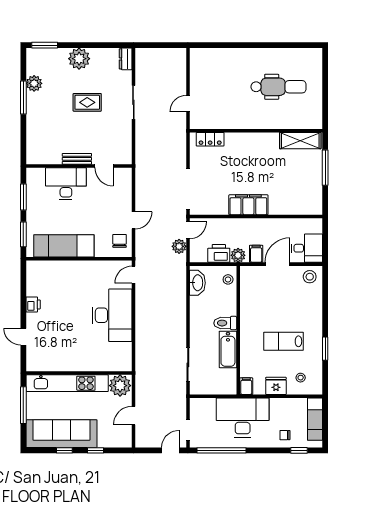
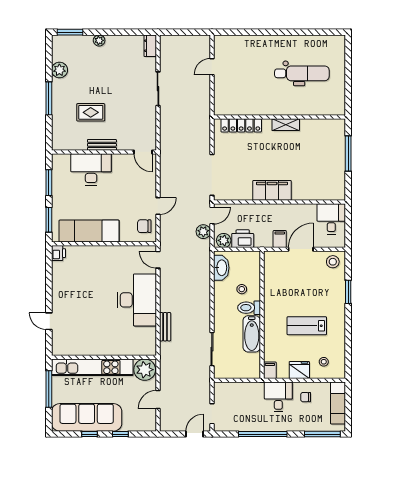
plant: (79, 59) -> (99, 40), width x0.53, depth x0.53
window: (23, 98) -> (49, 98), moved
rug: (87, 102) -> (91, 112), moved
door: (188, 104) -> (212, 67), moved
locker: (210, 139) -> (241, 125), width x1.53
shelving: (300, 141) -> (286, 125), moved, width x0.67, depth x0.75
door: (104, 166) -> (143, 152), moved
chair: (120, 241) -> (144, 226), turned -90
desk: (307, 248) -> (331, 219), moved, turned -90
plant: (238, 255) -> (224, 240), moved
door: (133, 275) -> (158, 260), hinge flipped
stool: (228, 279) -> (242, 289), moved
printer: (33, 304) -> (58, 253), moved
bench: (141, 342) -> (165, 327), added
window: (325, 349) -> (348, 292), moved
desk: (243, 417) -> (278, 397), width x0.53, depth x0.77
chair: (285, 435) -> (306, 397), moved
window: (221, 450) -> (263, 434), moved
window: (299, 450) -> (322, 434), width x2.17

